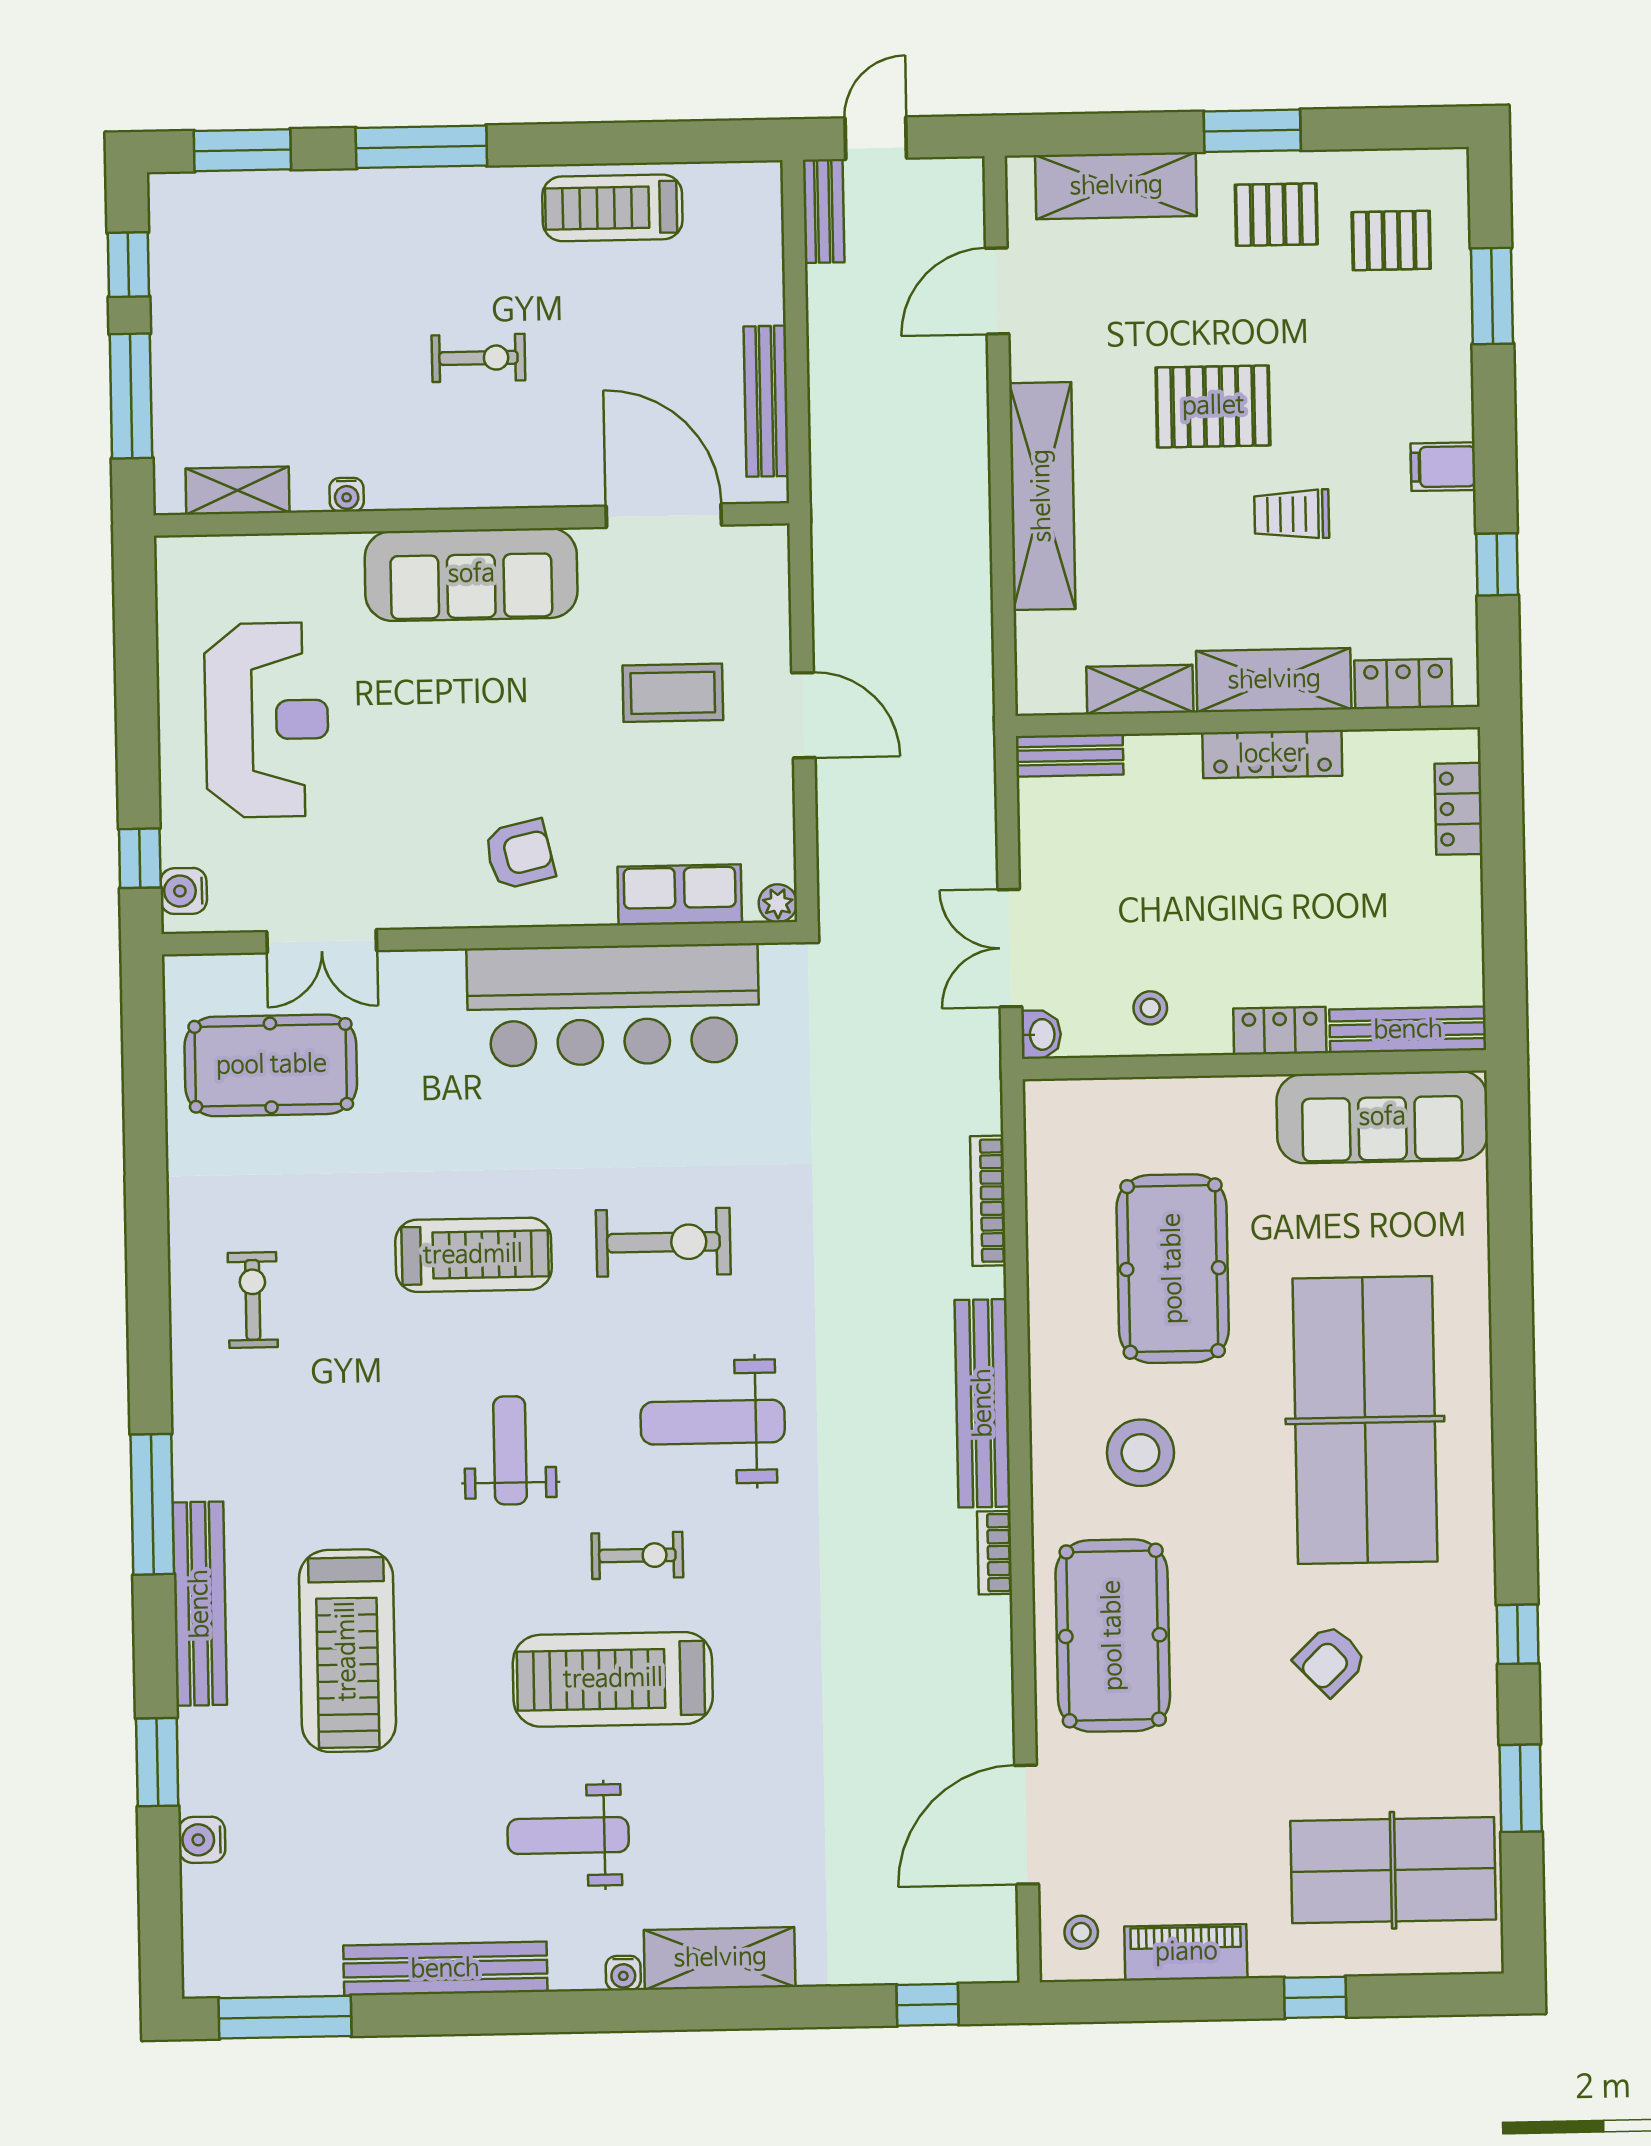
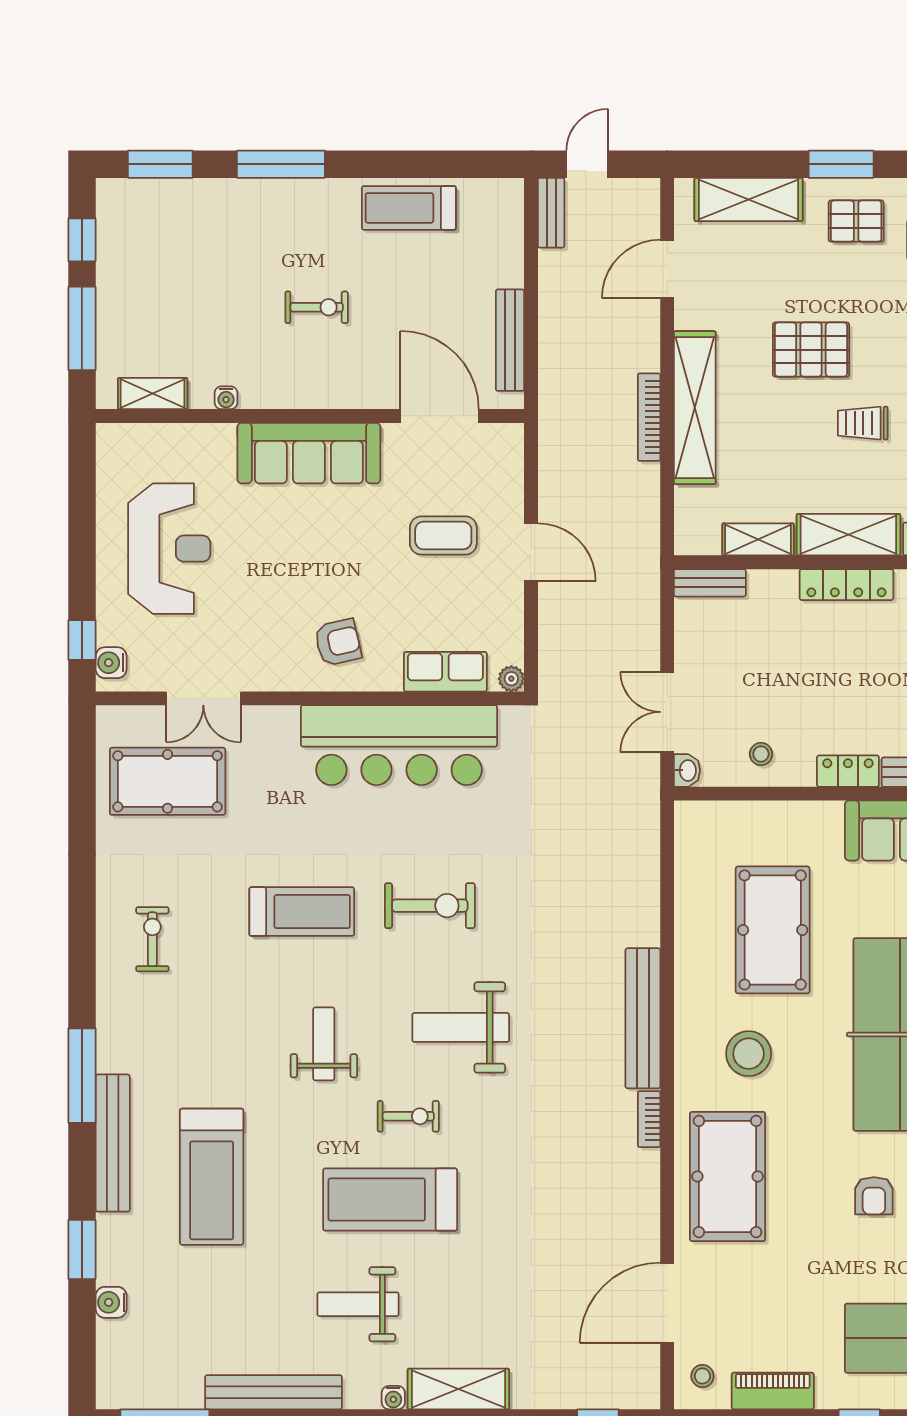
bookcase: (988, 1201) -> (649, 417), moved
armchair: (1330, 1660) -> (874, 1196), turned -46

